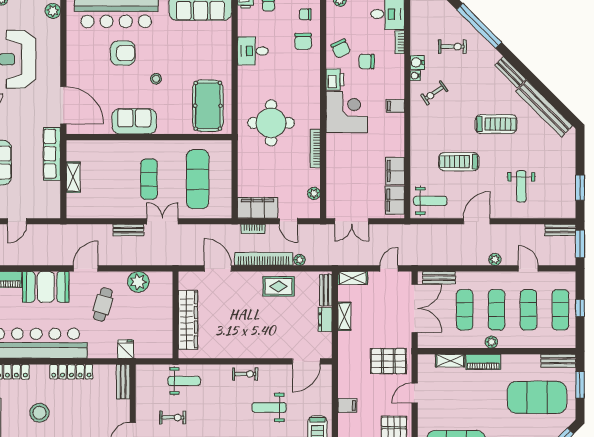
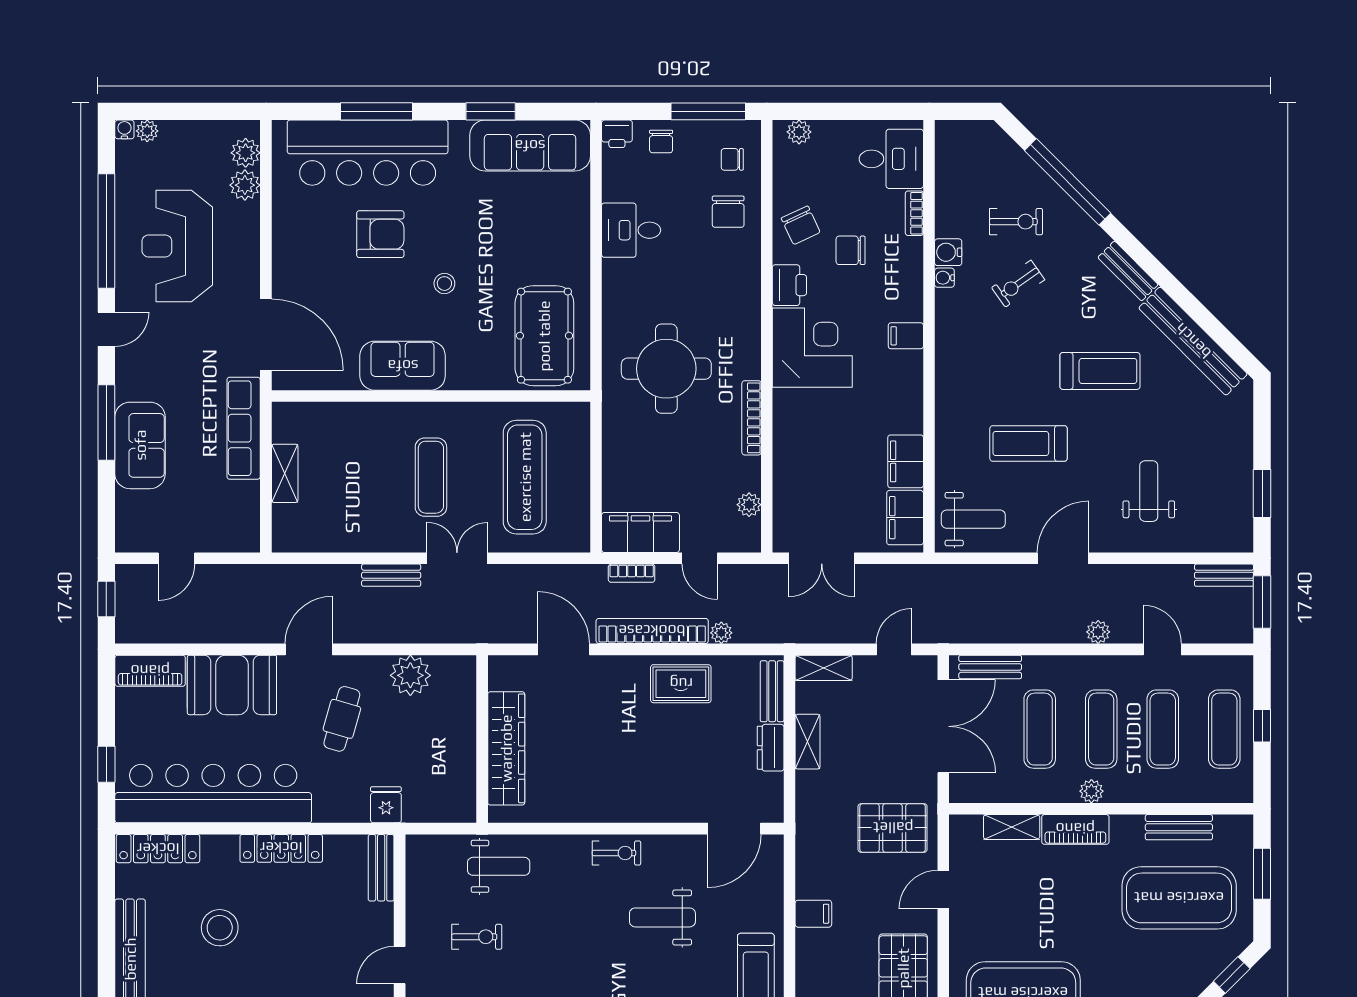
plant: (52, 28) -> (245, 185), added
exercise bike: (434, 93) -> (1018, 284), moved
weight bench: (521, 186) -> (1149, 491), turned 180
bench: (558, 361) -> (1179, 827), moved

